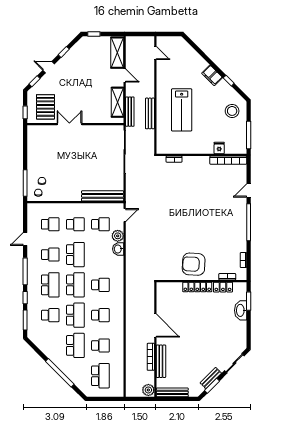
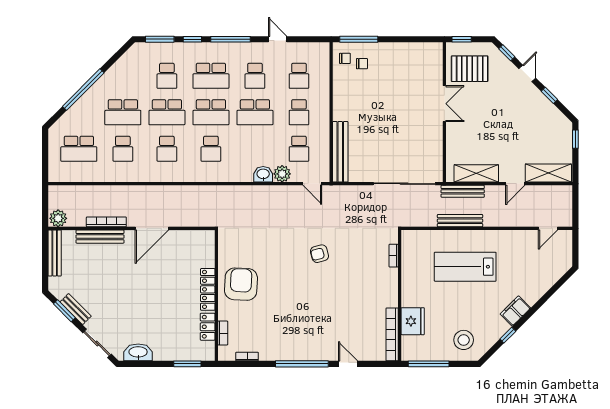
fridge: (219, 148) -> (413, 321), width x1.88, depth x1.34
armchair: (173, 210) -> (319, 254), added
washbasin: (241, 310) -> (138, 352), moved

